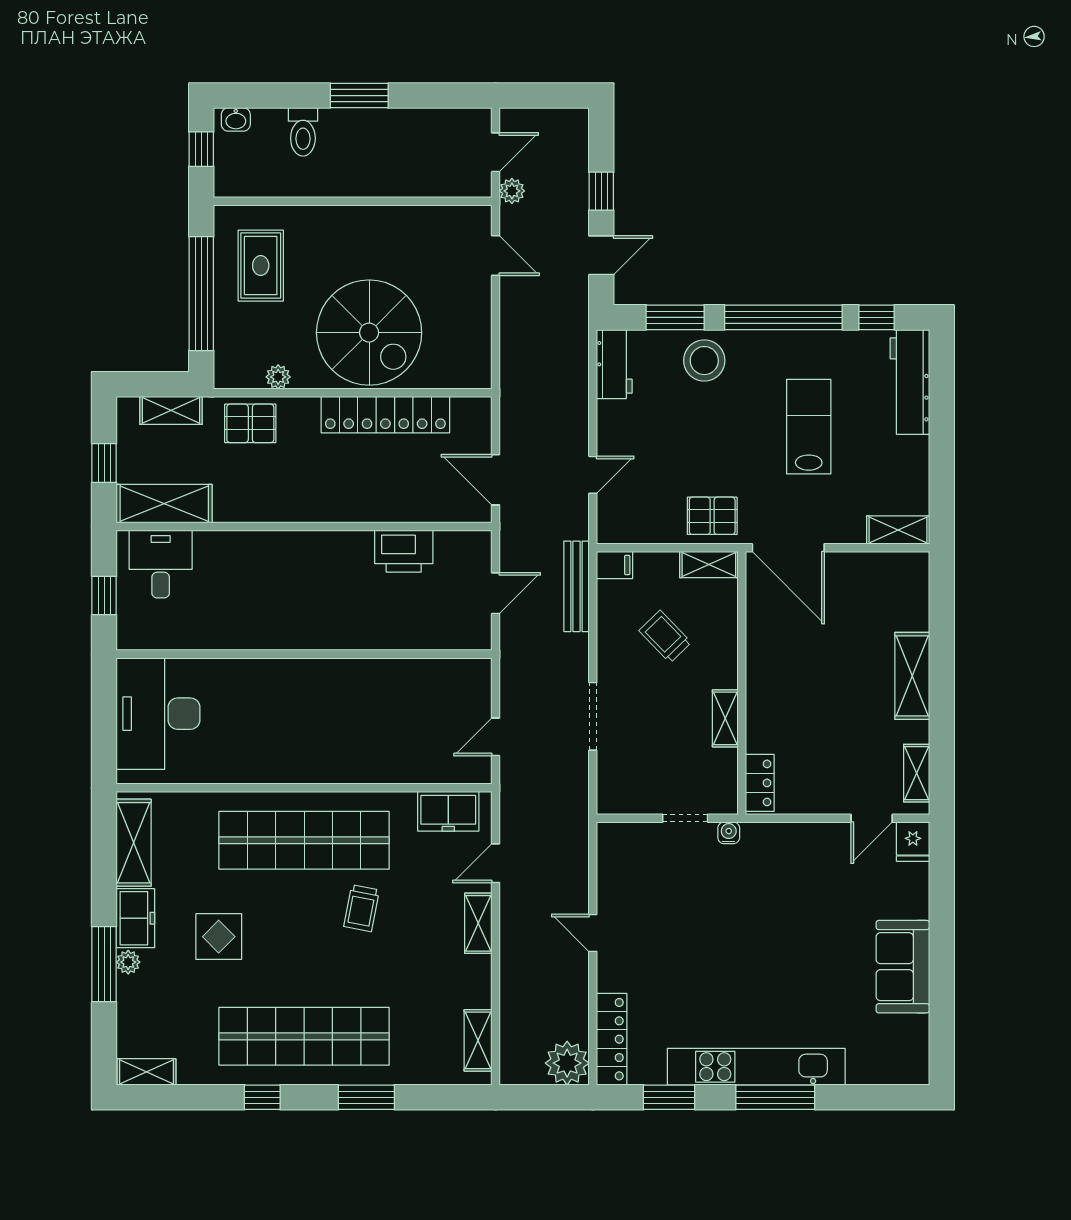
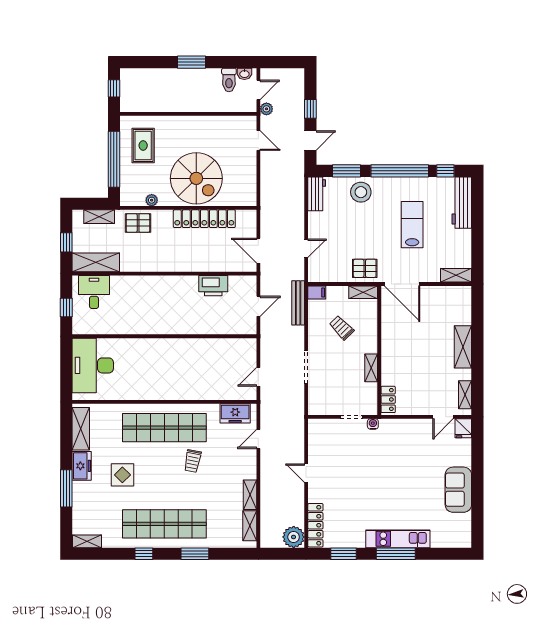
washbasin: (236, 119) -> (244, 74), moved
toilet: (303, 132) -> (229, 80), moved
shelving: (478, 923) -> (250, 495), moved
plant: (128, 962) -> (78, 487), removed
kitchen unit: (756, 1067) -> (398, 539), width x0.73

